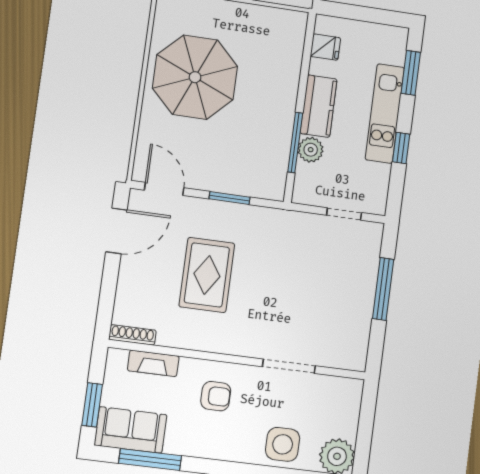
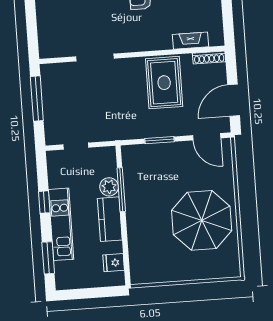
shoe rack: (132, 335) -> (209, 57), moved
wall: (238, 360) -> (132, 55), moved
fireplace: (153, 363) -> (191, 41), moved
doorway: (289, 366) -> (95, 58), moved

